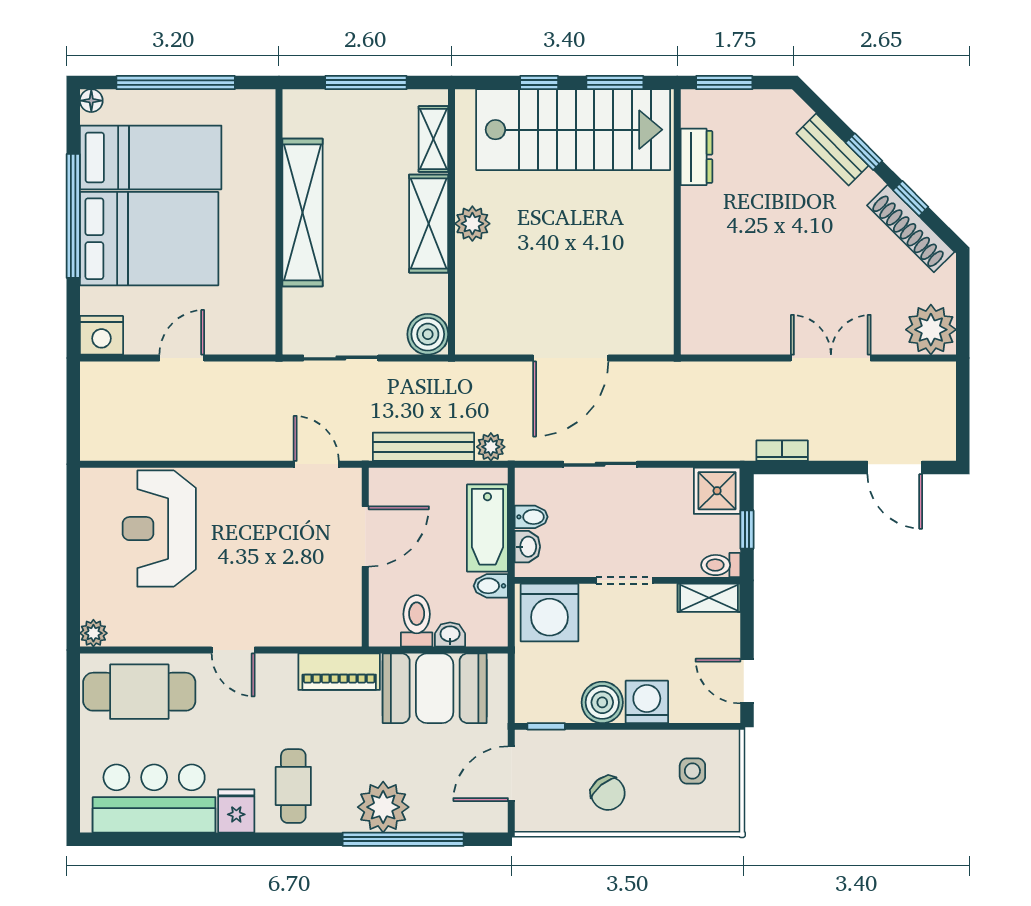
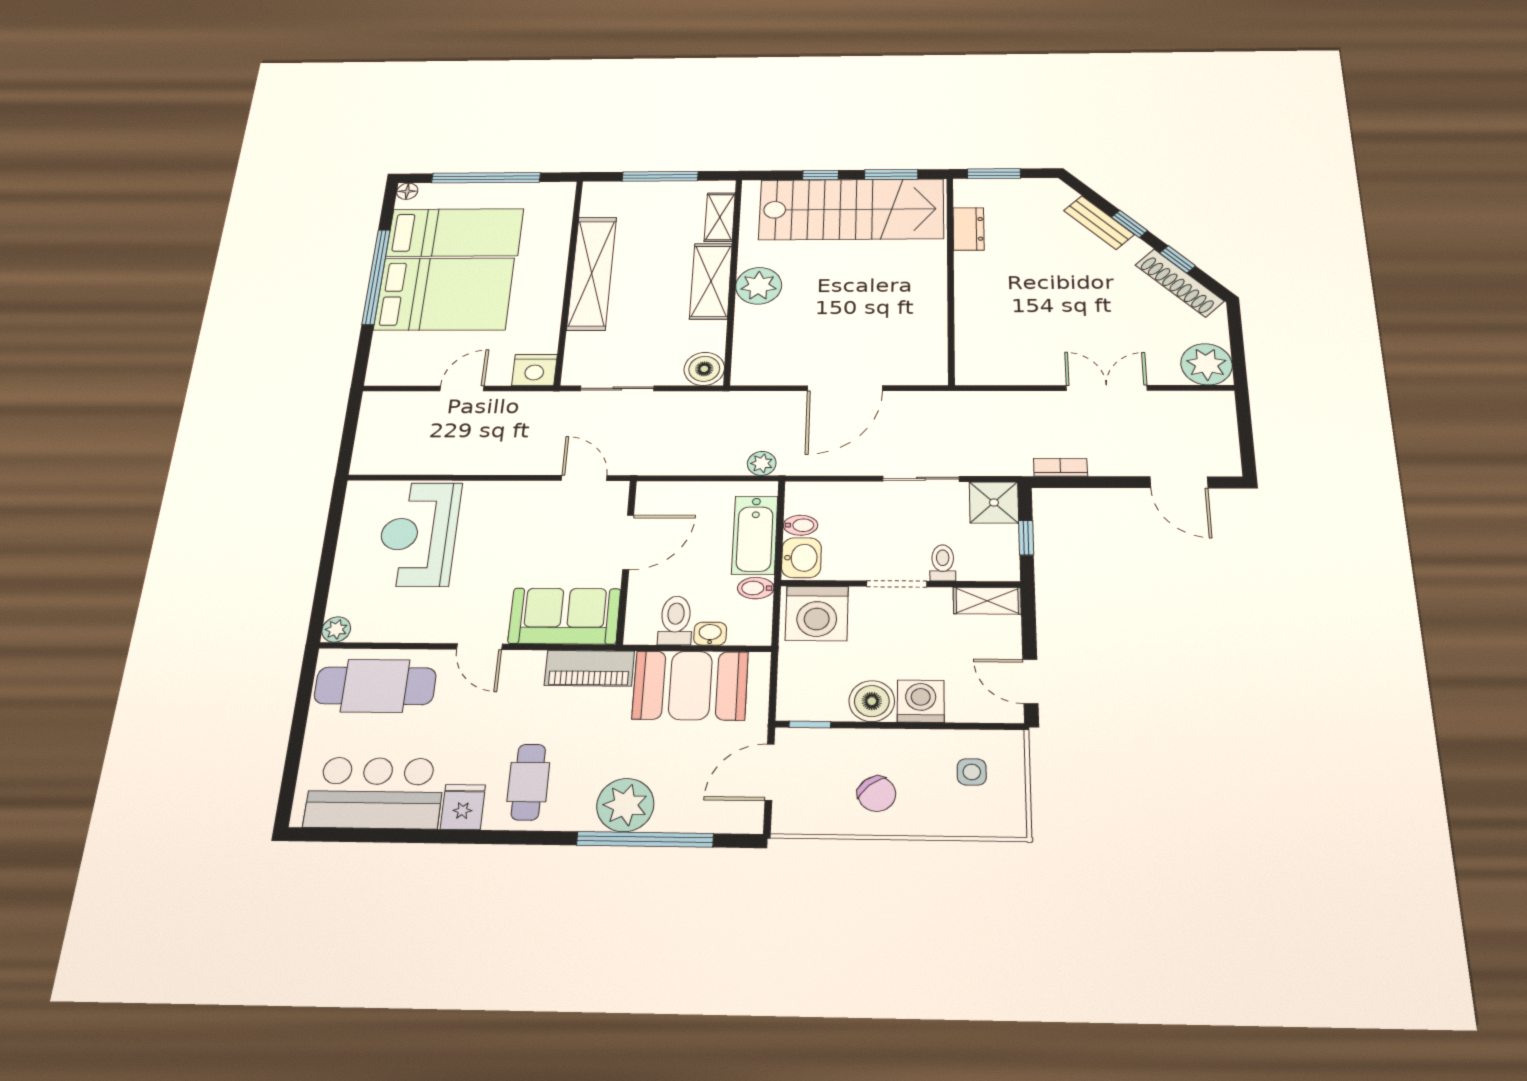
plant: (472, 224) -> (759, 286), width x1.36, depth x1.36
nightstand: (101, 335) -> (535, 370), moved
bench: (423, 447) -> (694, 463), removed
sliding door: (600, 464) -> (921, 479), moved
washbasin: (527, 547) -> (801, 558), width x1.38, depth x1.45
toilet: (721, 565) -> (943, 563), moved, turned 90
sofa: (311, 617) -> (564, 616), added

